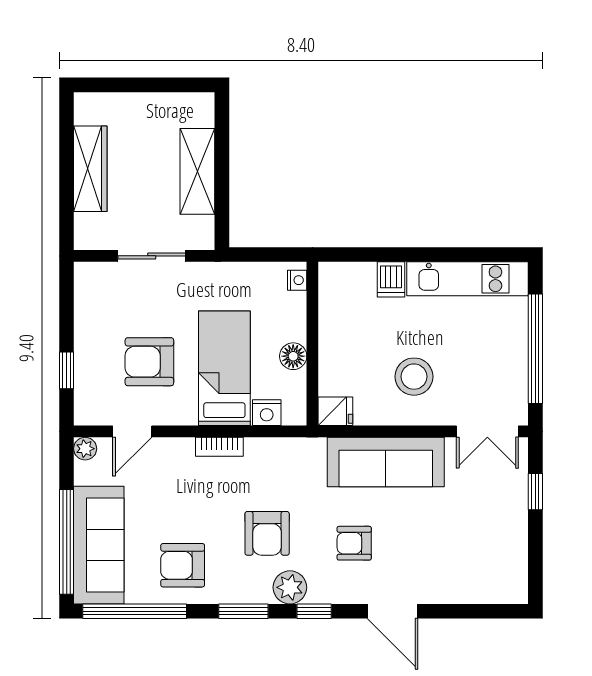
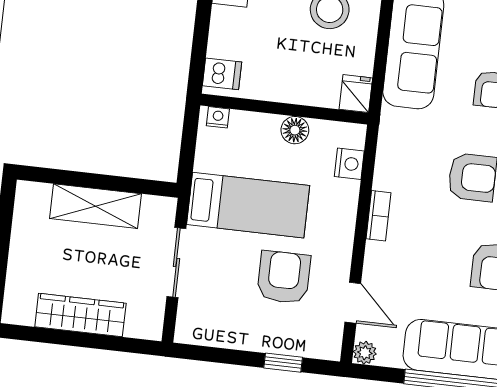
dishwasher: (391, 279) -> (222, 74), moved
armchair: (149, 362) -> (284, 277), turned 180
bed: (224, 368) -> (248, 205), moved, turned 180

